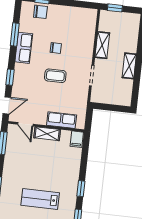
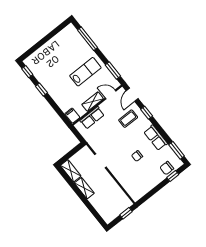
window: (15, 34) -> (177, 150), moved
shelving: (102, 45) -> (71, 171), moved
coffee table: (55, 76) -> (128, 119), moved
lab bench: (40, 199) -> (85, 72), moved

